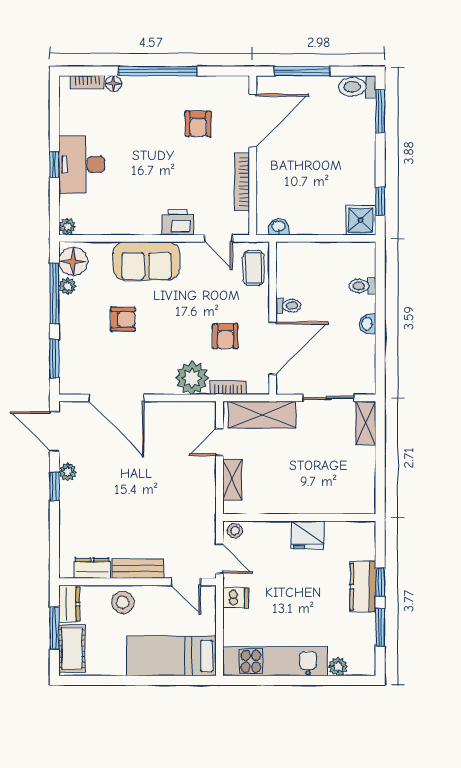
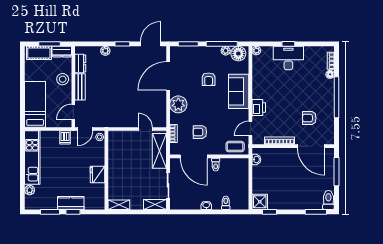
plant: (192, 378) -> (178, 104), moved
plant: (68, 472) -> (105, 51), moved
shelving: (232, 480) -> (119, 205), moved

